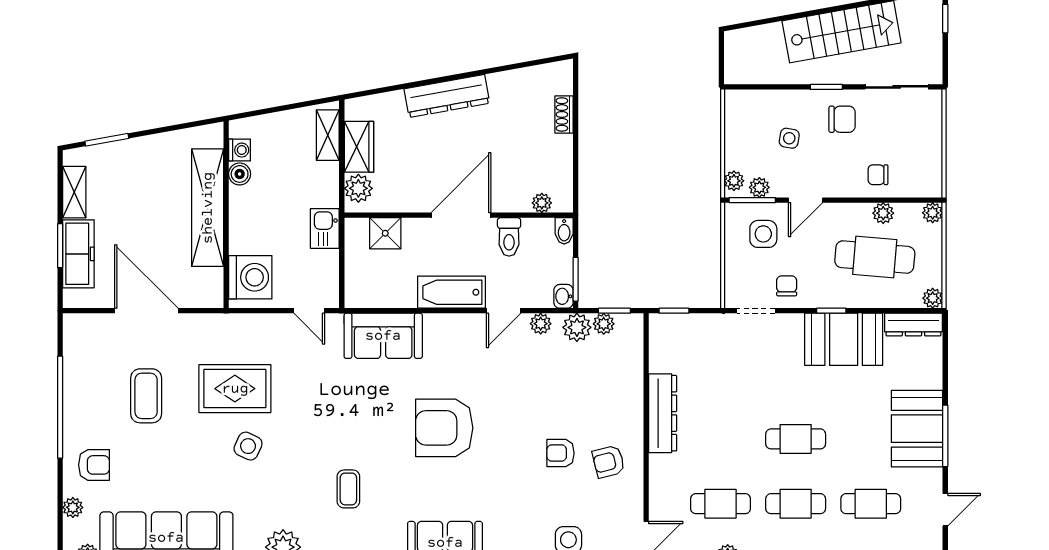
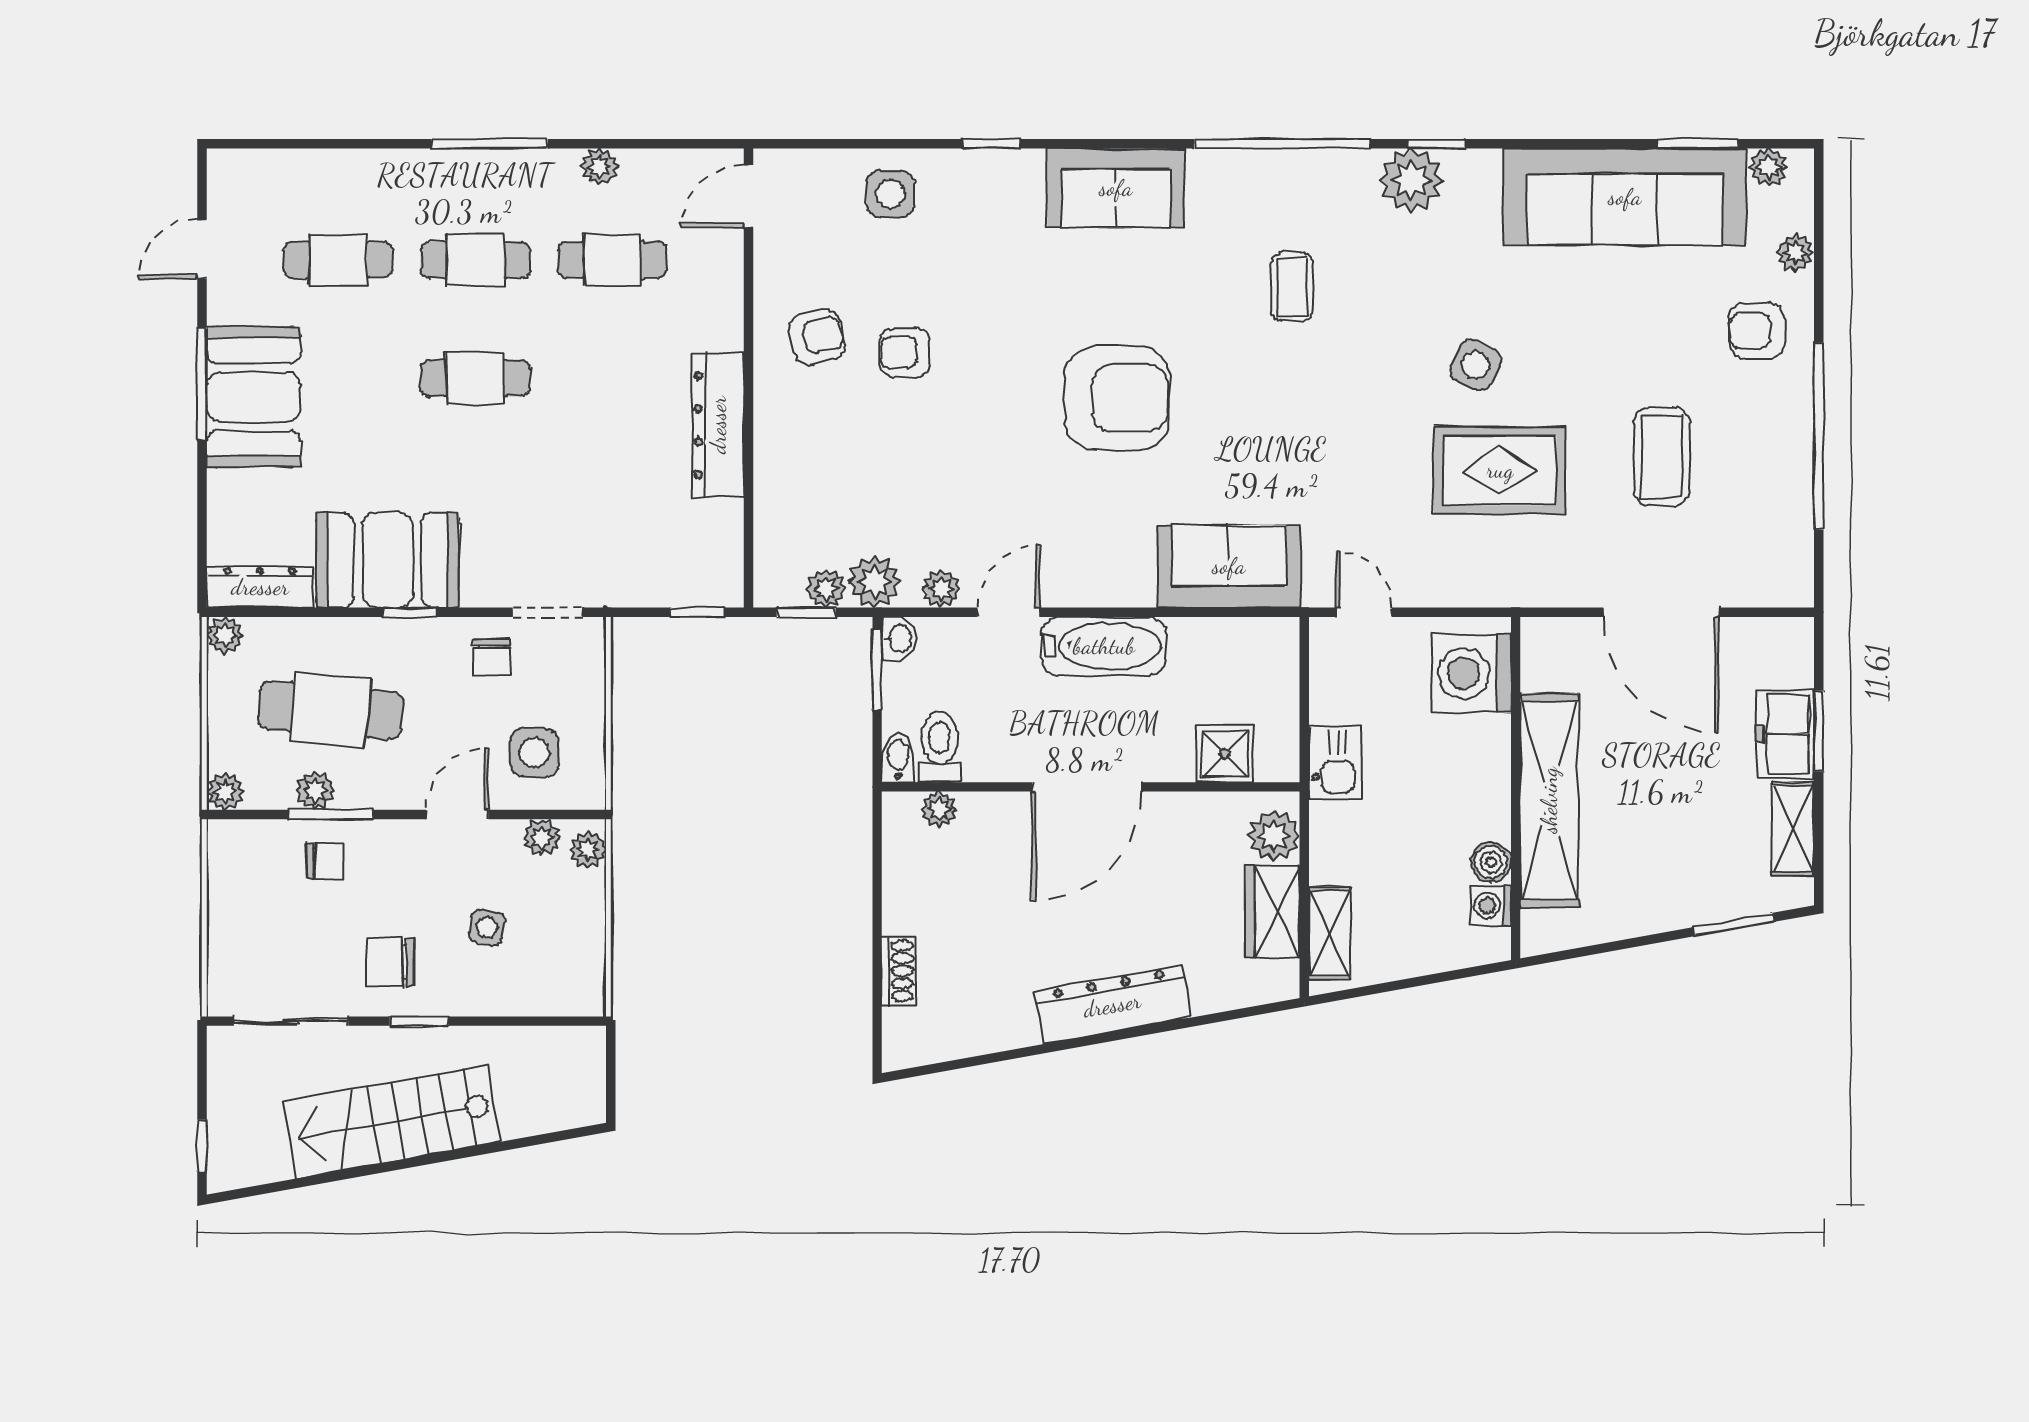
window: (752, 200) -> (331, 814), moved
toilet: (509, 237) -> (939, 747), moved
freezer: (78, 254) -> (1785, 734), width x0.71
armchair: (560, 453) -> (905, 352), turned 180

